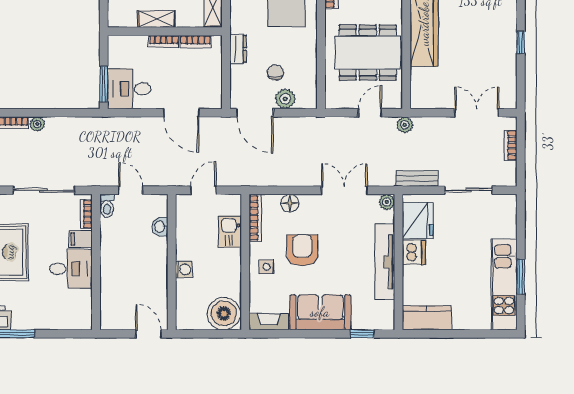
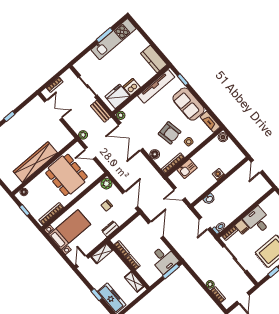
shelving: (157, 19) -> (134, 282), moved
plant: (285, 99) -> (106, 184), moved
double door: (477, 113) -> (53, 110), swing flipped
double door: (344, 190) -> (131, 137), width x1.37
armchair: (302, 250) -> (170, 133), turned -100
tv unit: (385, 262) -> (156, 86), moved
boiler: (224, 314) -> (223, 137), width x0.54, depth x0.54

